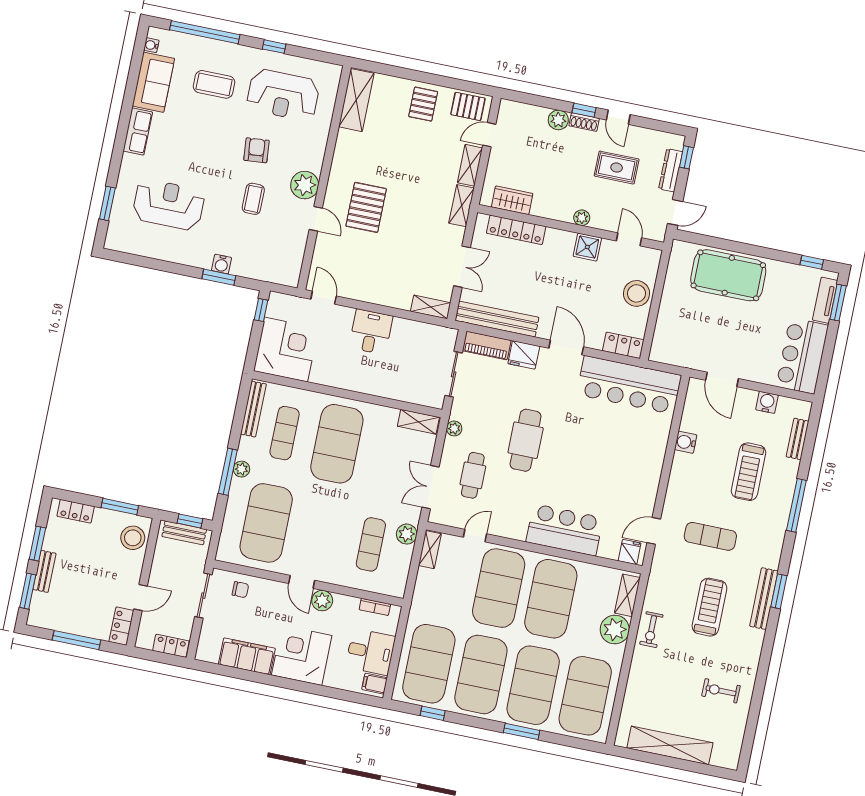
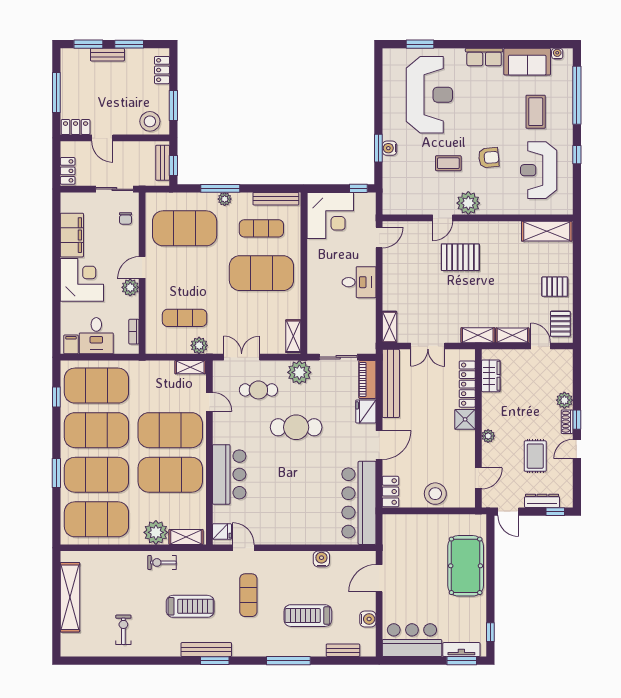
reception desk: (169, 205) -> (429, 95), width x1.36, depth x1.30
shower: (587, 247) -> (465, 419), moved
plant: (454, 428) -> (299, 372), width x1.88, depth x1.88

